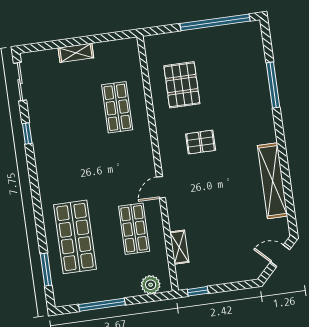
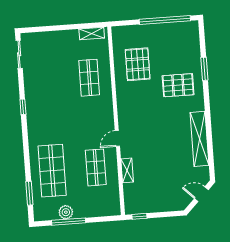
shelving: (76, 53) -> (92, 34), moved
window: (273, 85) -> (204, 69), width x0.69
window: (27, 133) -> (23, 107), moved
pallet: (201, 142) -> (178, 85), moved, width x1.50, depth x1.42
shelving: (179, 247) -> (127, 170), moved
plant: (151, 285) -> (66, 212), moved

